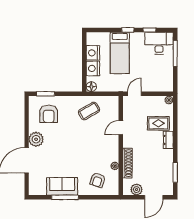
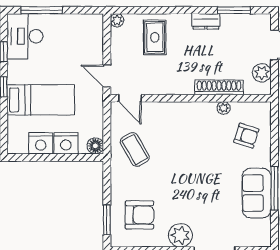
door: (121, 128) -> (130, 98), moved
dresser: (168, 140) -> (206, 21), moved

